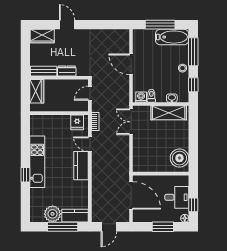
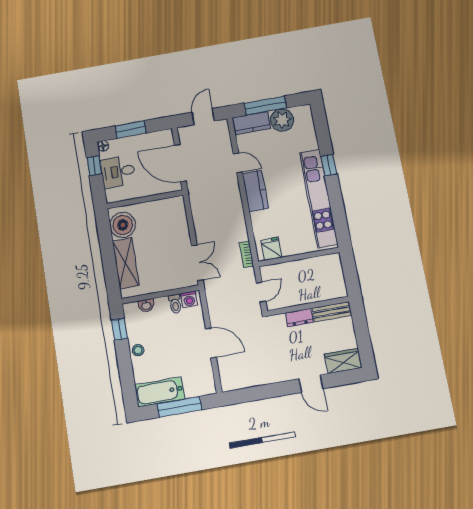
window: (193, 52) -> (127, 376), removed
wardrobe: (37, 91) -> (335, 282), removed
shelving: (169, 113) -> (126, 263), moved, turned 90
door: (90, 144) -> (238, 163), moved
kitchen unit: (37, 162) -> (319, 198), width x1.36

